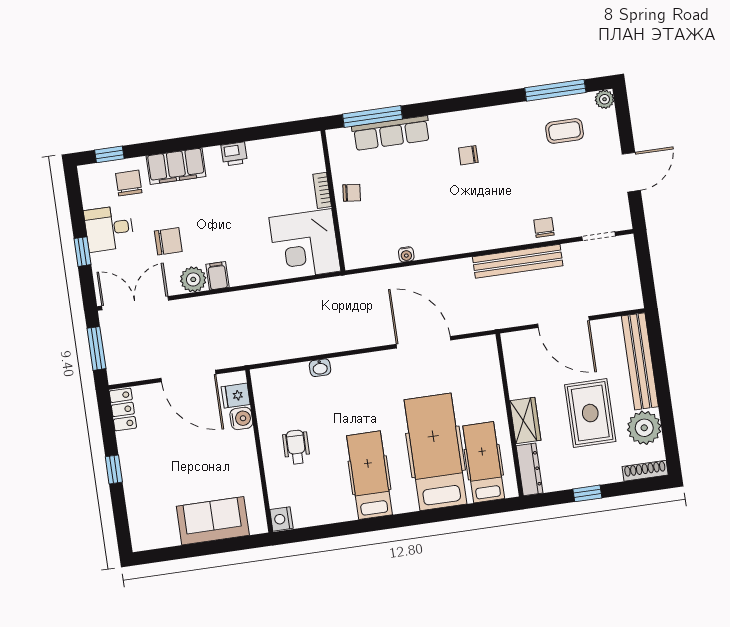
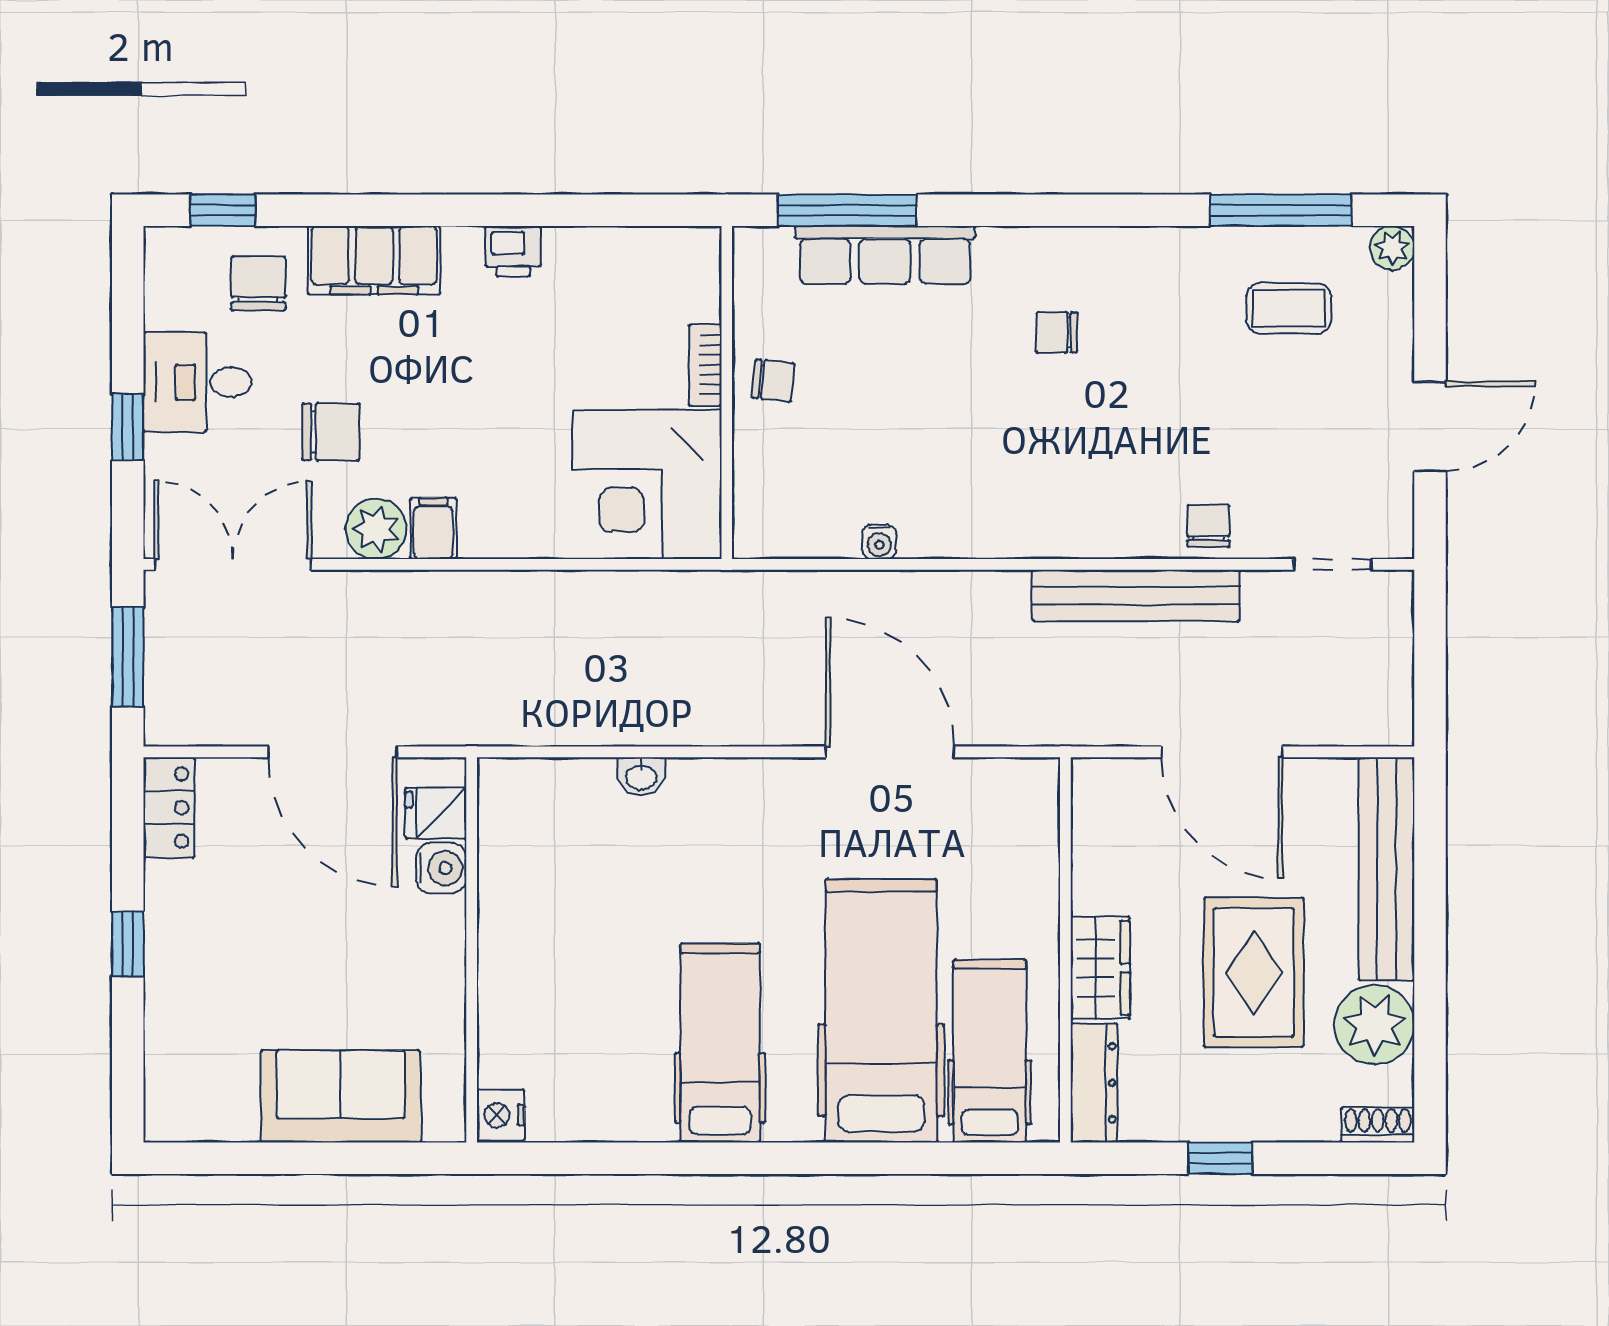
wheelchair: (296, 447) -> (559, 953), removed
shoe rack: (645, 471) -> (1378, 1125), width x0.70

